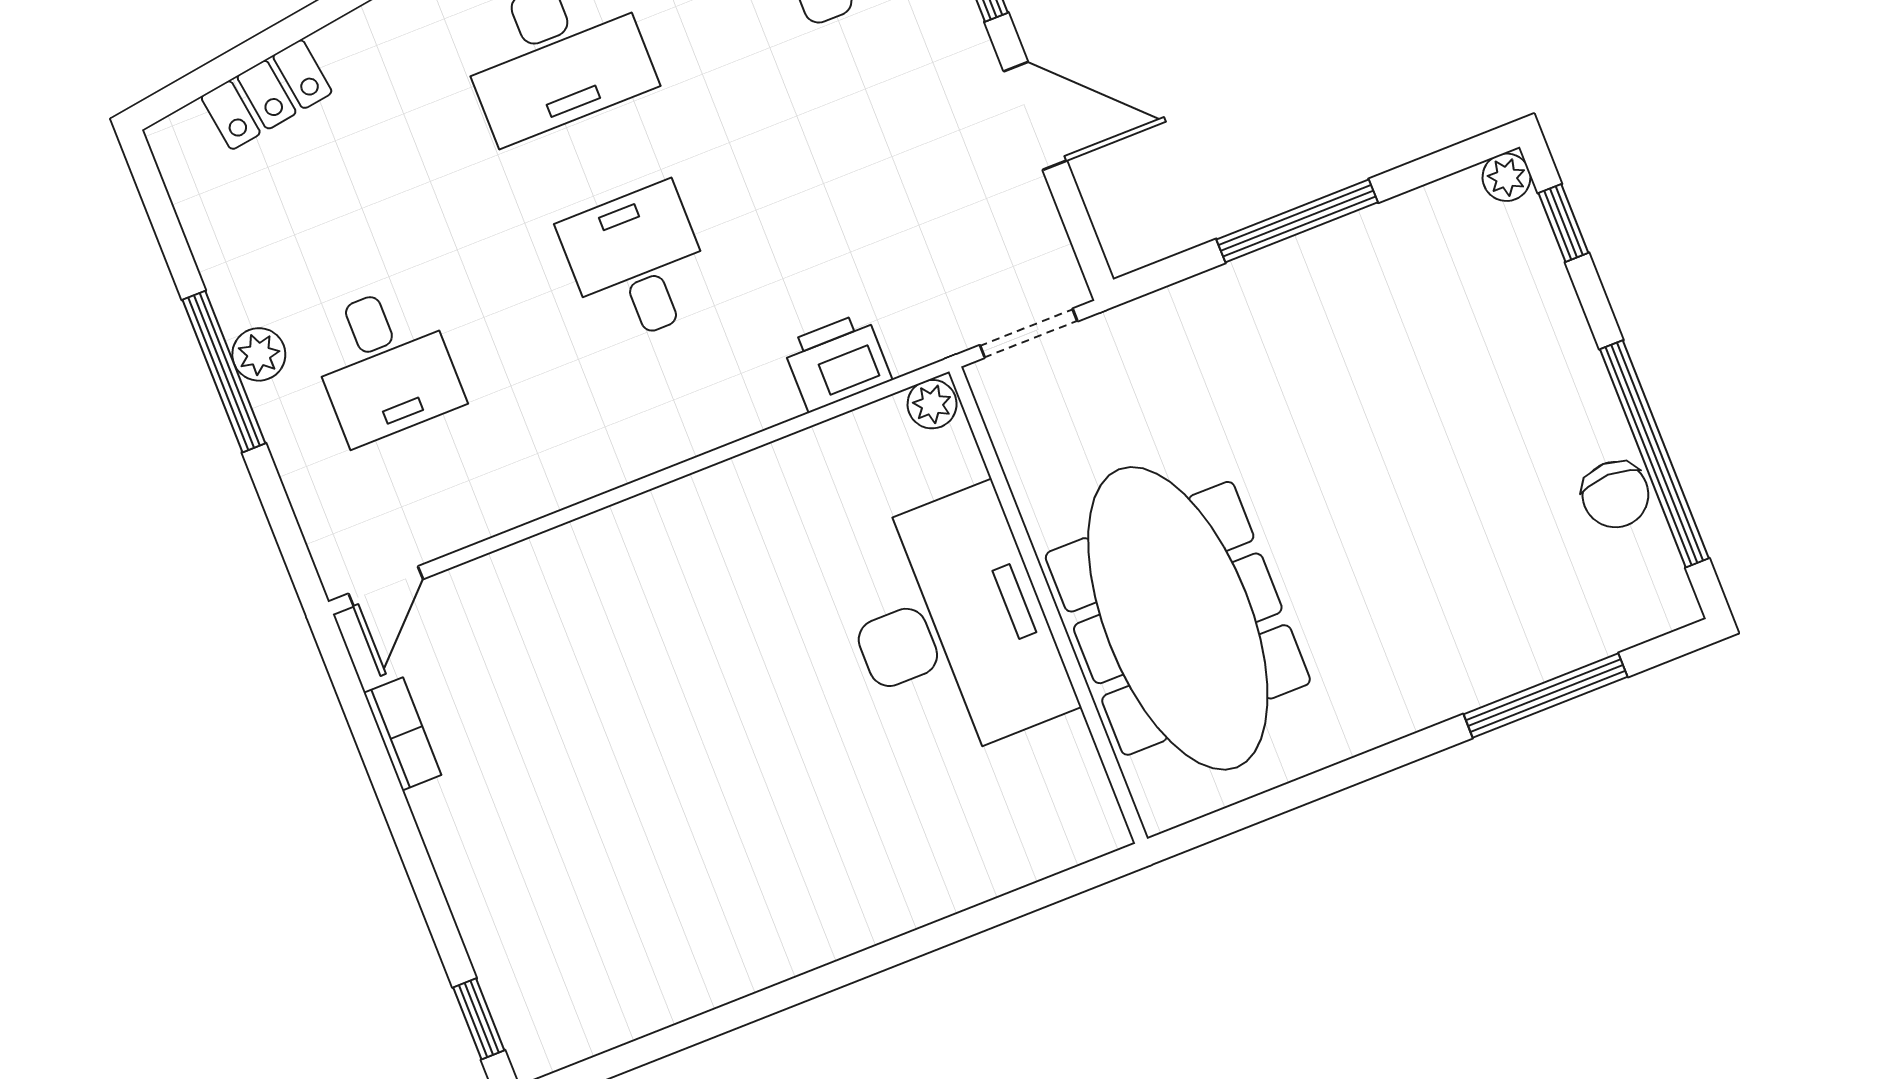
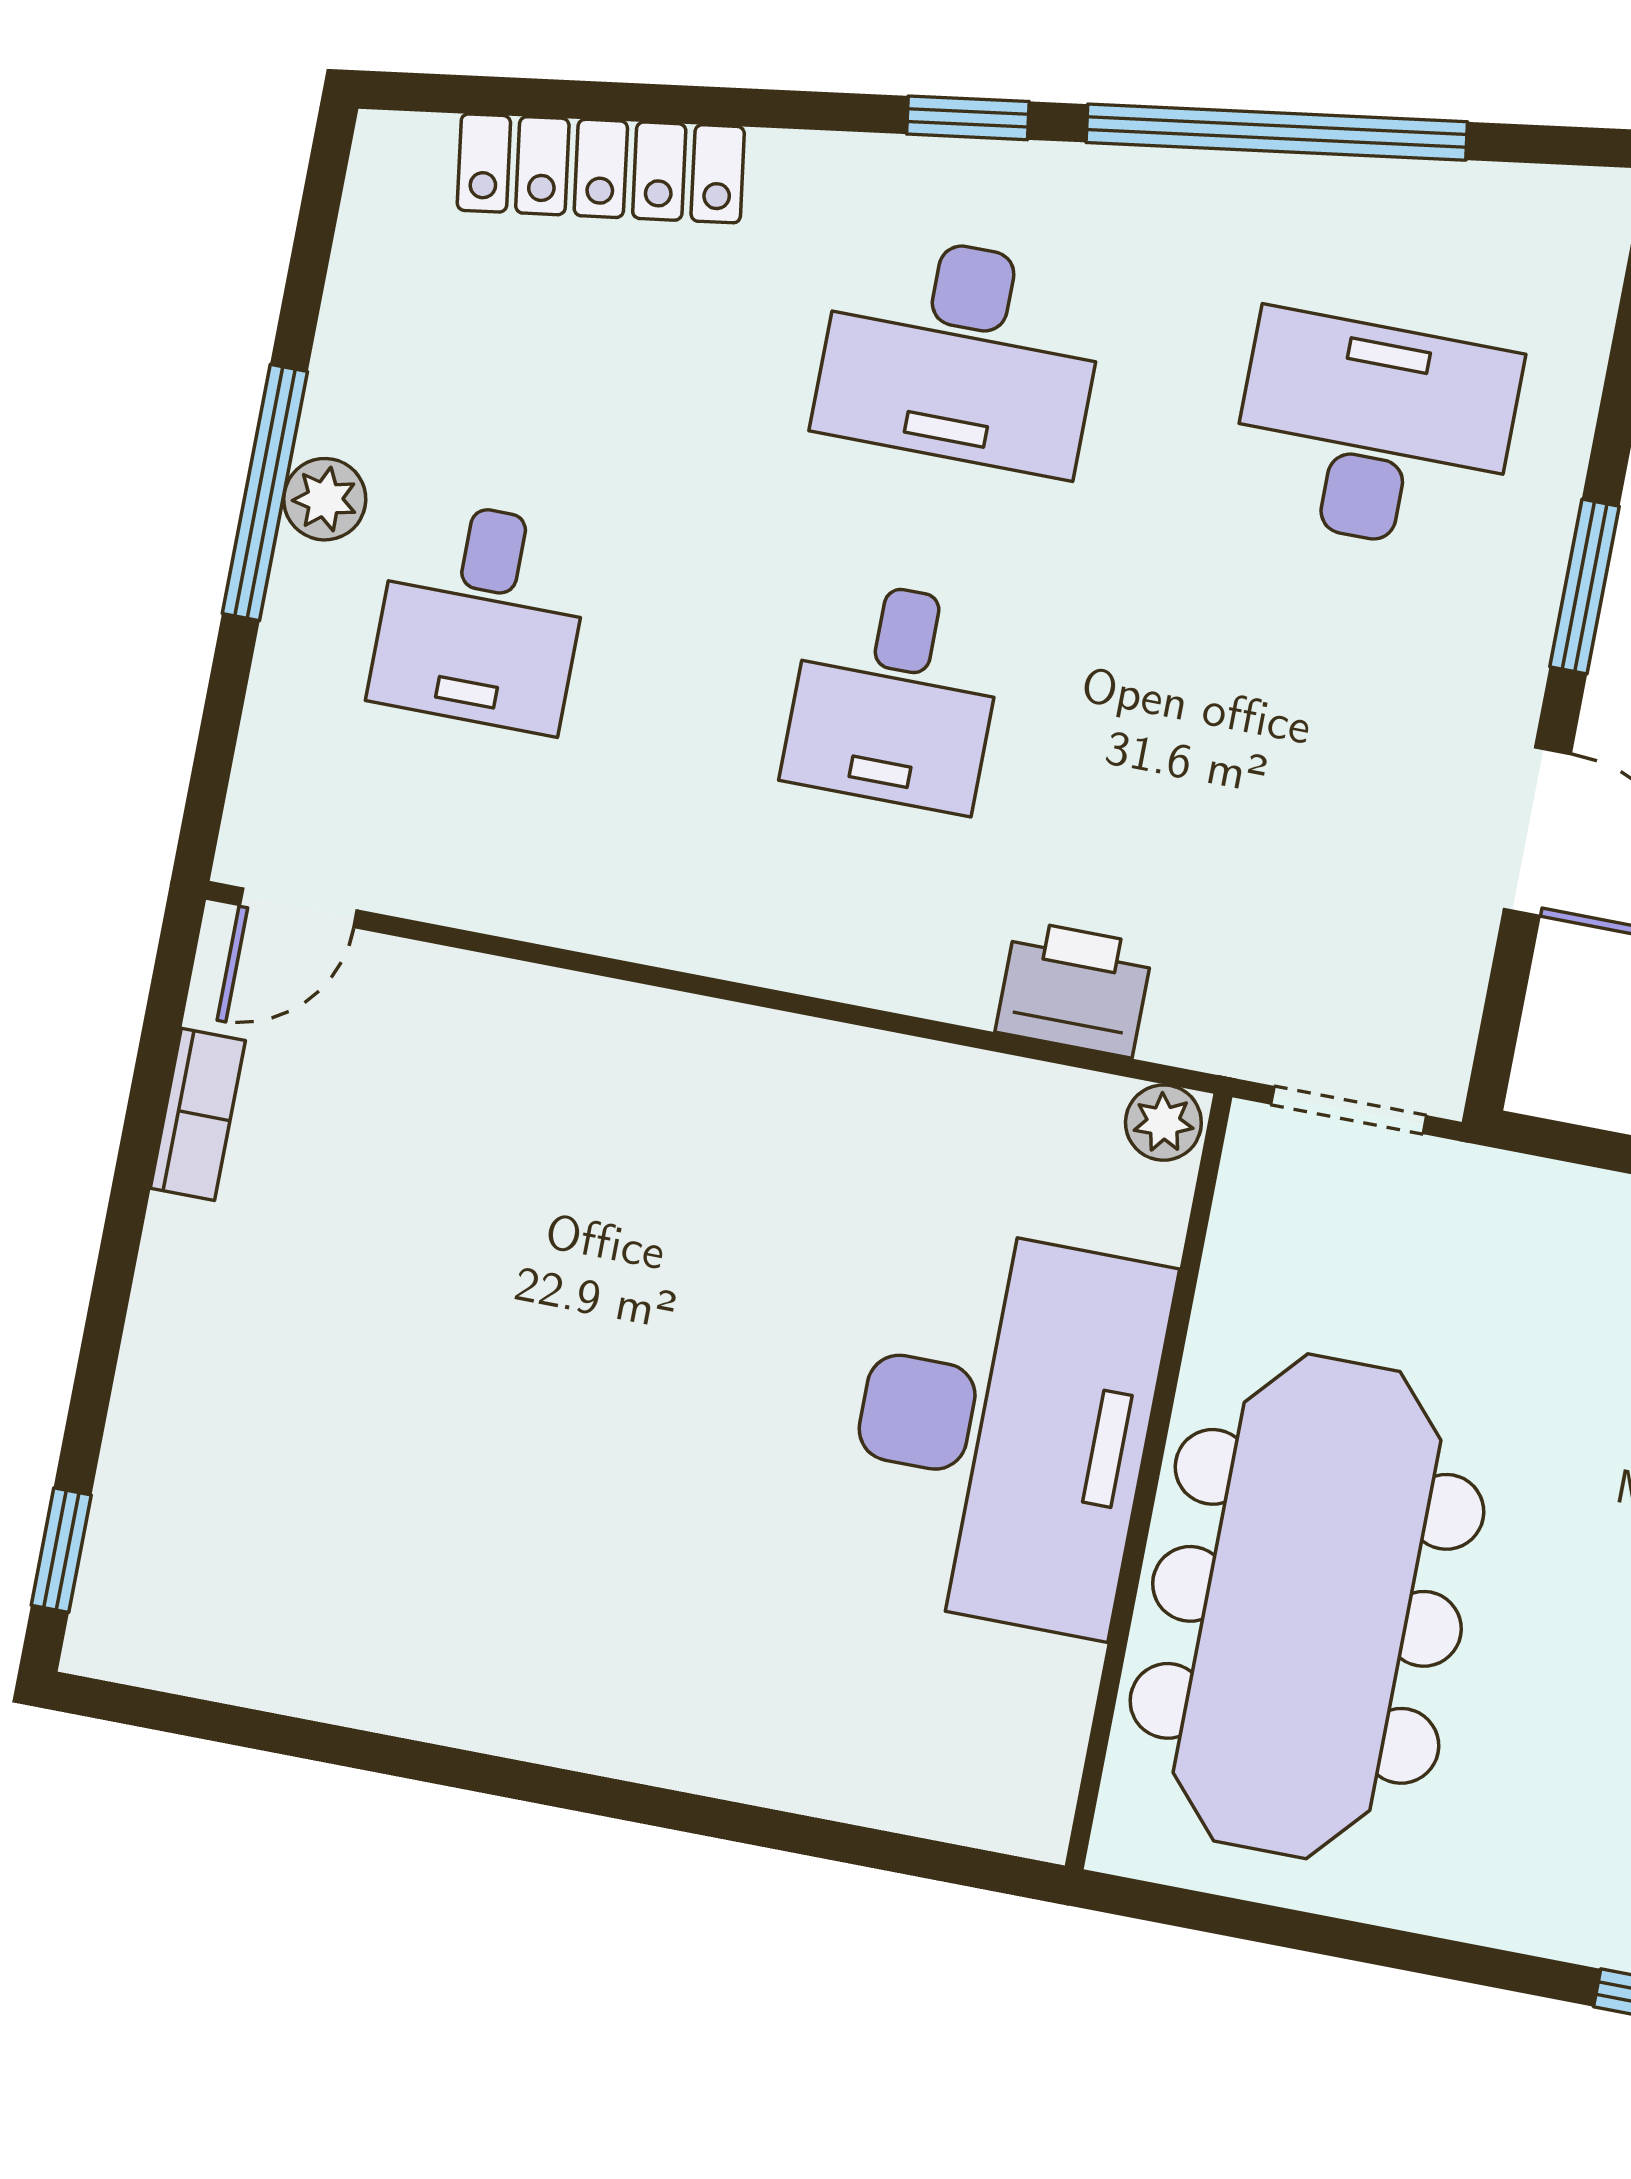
locker: (267, 95) -> (601, 168), width x1.53
desk: (638, 264) -> (895, 695), turned 180

